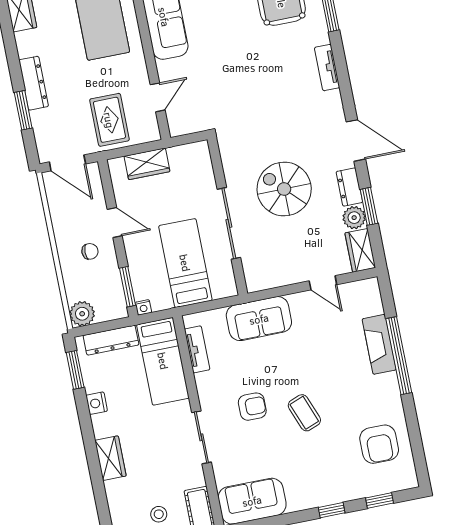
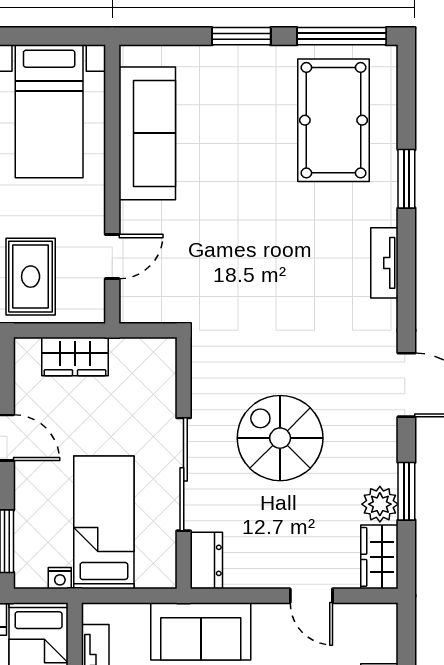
dresser: (349, 187) -> (206, 560), moved, turned 180
nightstand: (143, 307) -> (60, 578), moved

